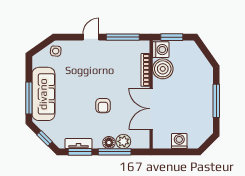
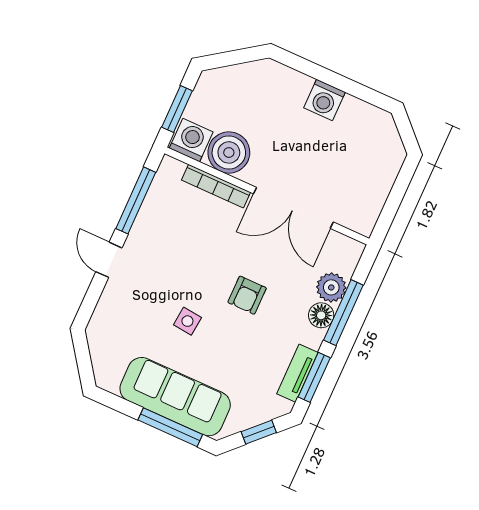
side table: (56, 51) -> (187, 321), moved
window: (216, 101) -> (334, 79), removed
armchair: (103, 106) -> (247, 295), turned 90
washing machine: (179, 141) -> (325, 100), moved, turned -90

